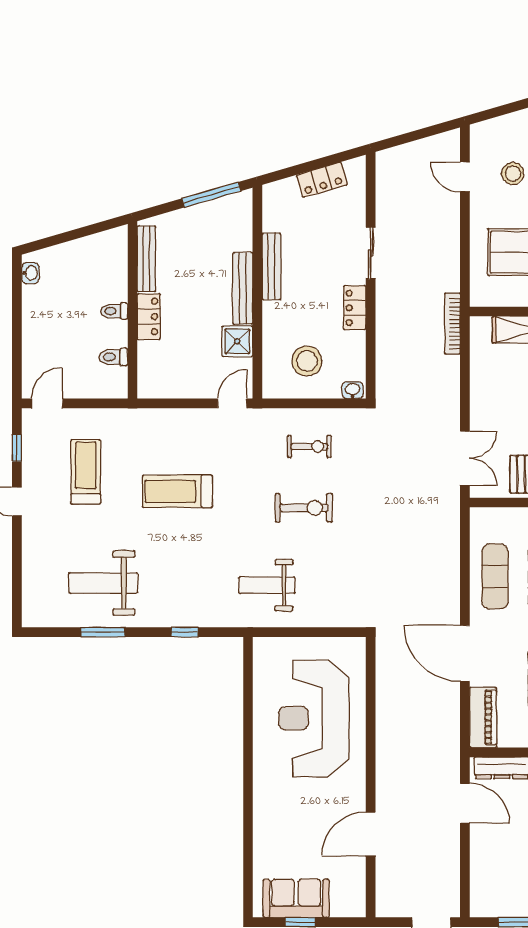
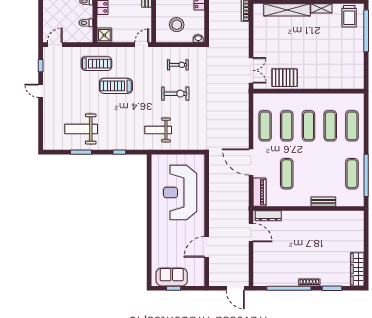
shower: (237, 341) -> (104, 35), moved
treadmill: (86, 472) -> (96, 64), moved, turned 90

